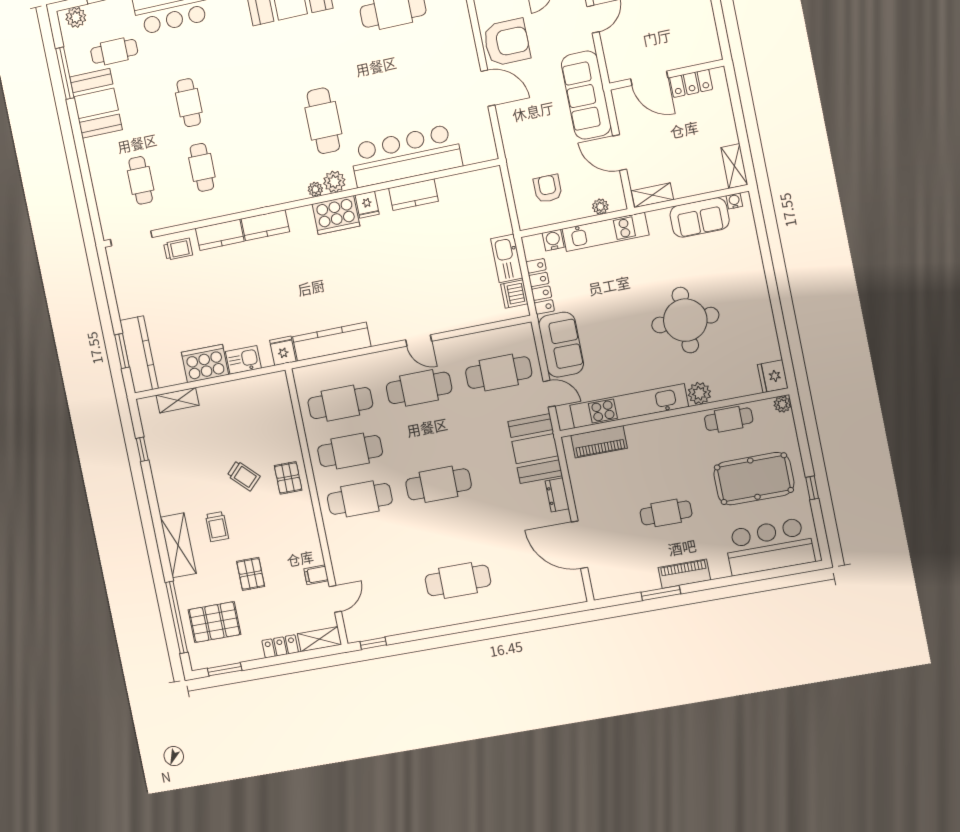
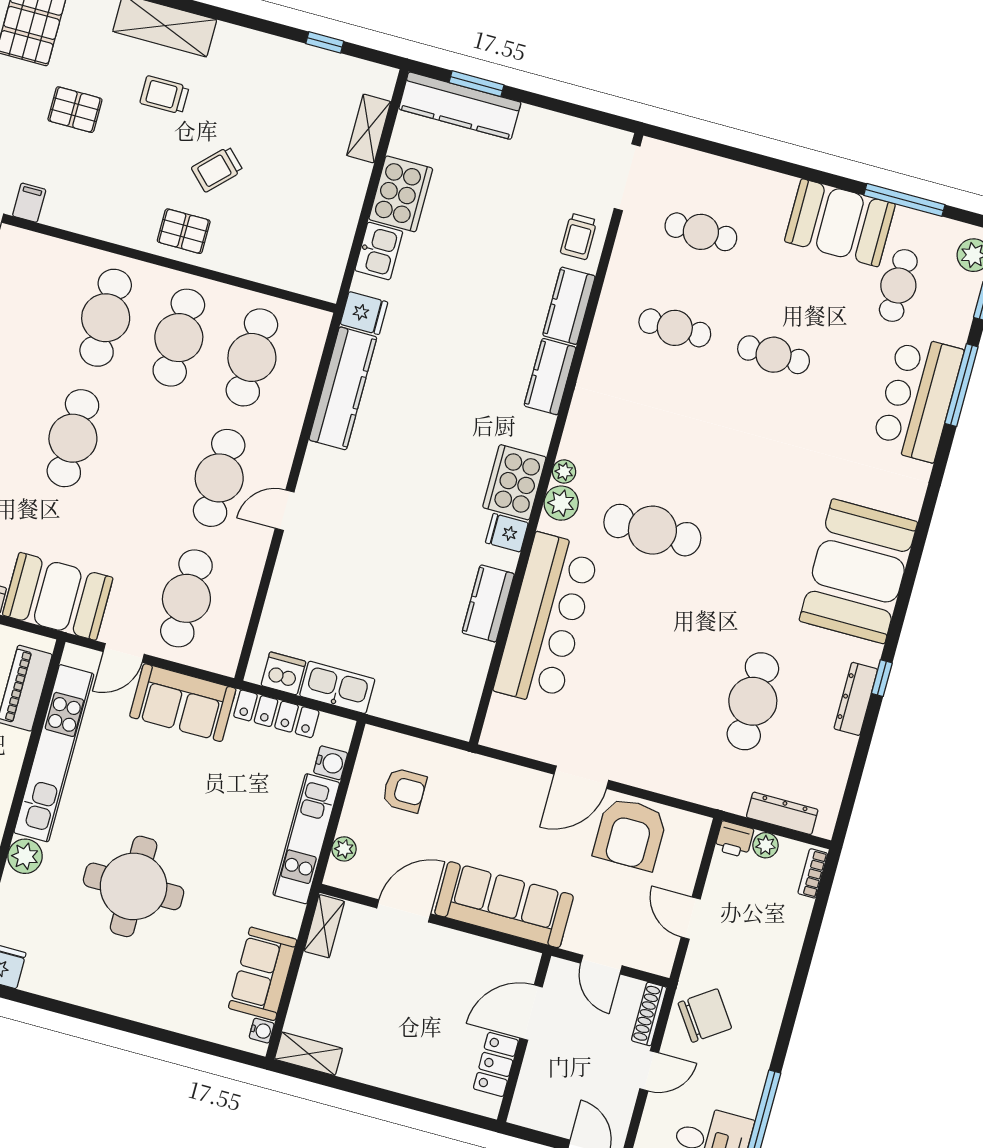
wall: (666, 75) -> (524, 1038), moved
door: (649, 78) -> (531, 1013), moved
locker: (691, 83) -> (496, 1064), moved

